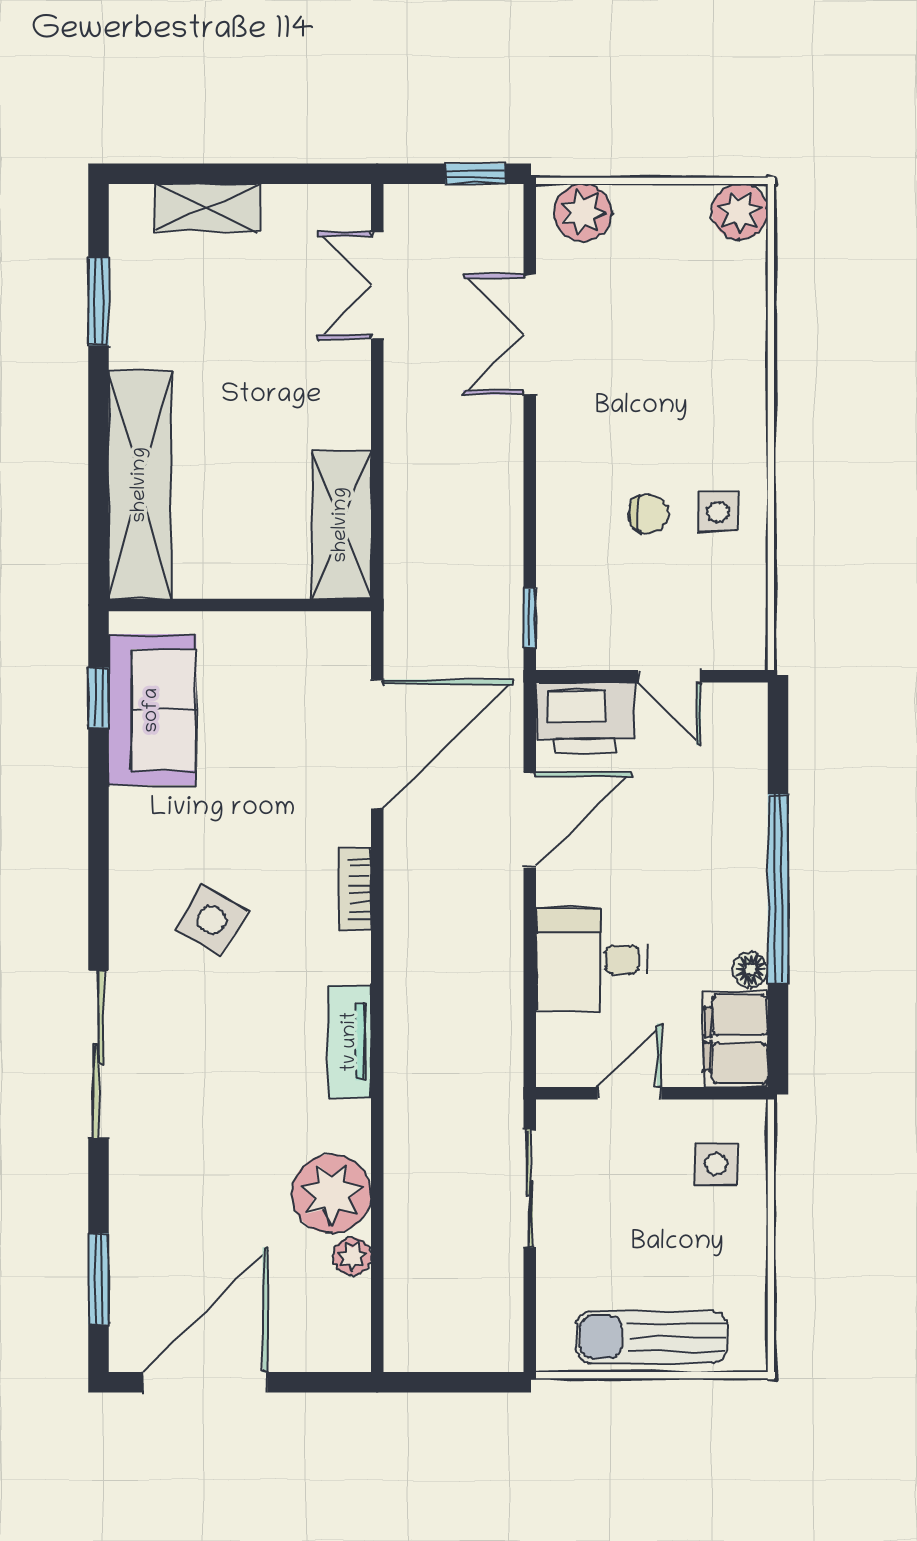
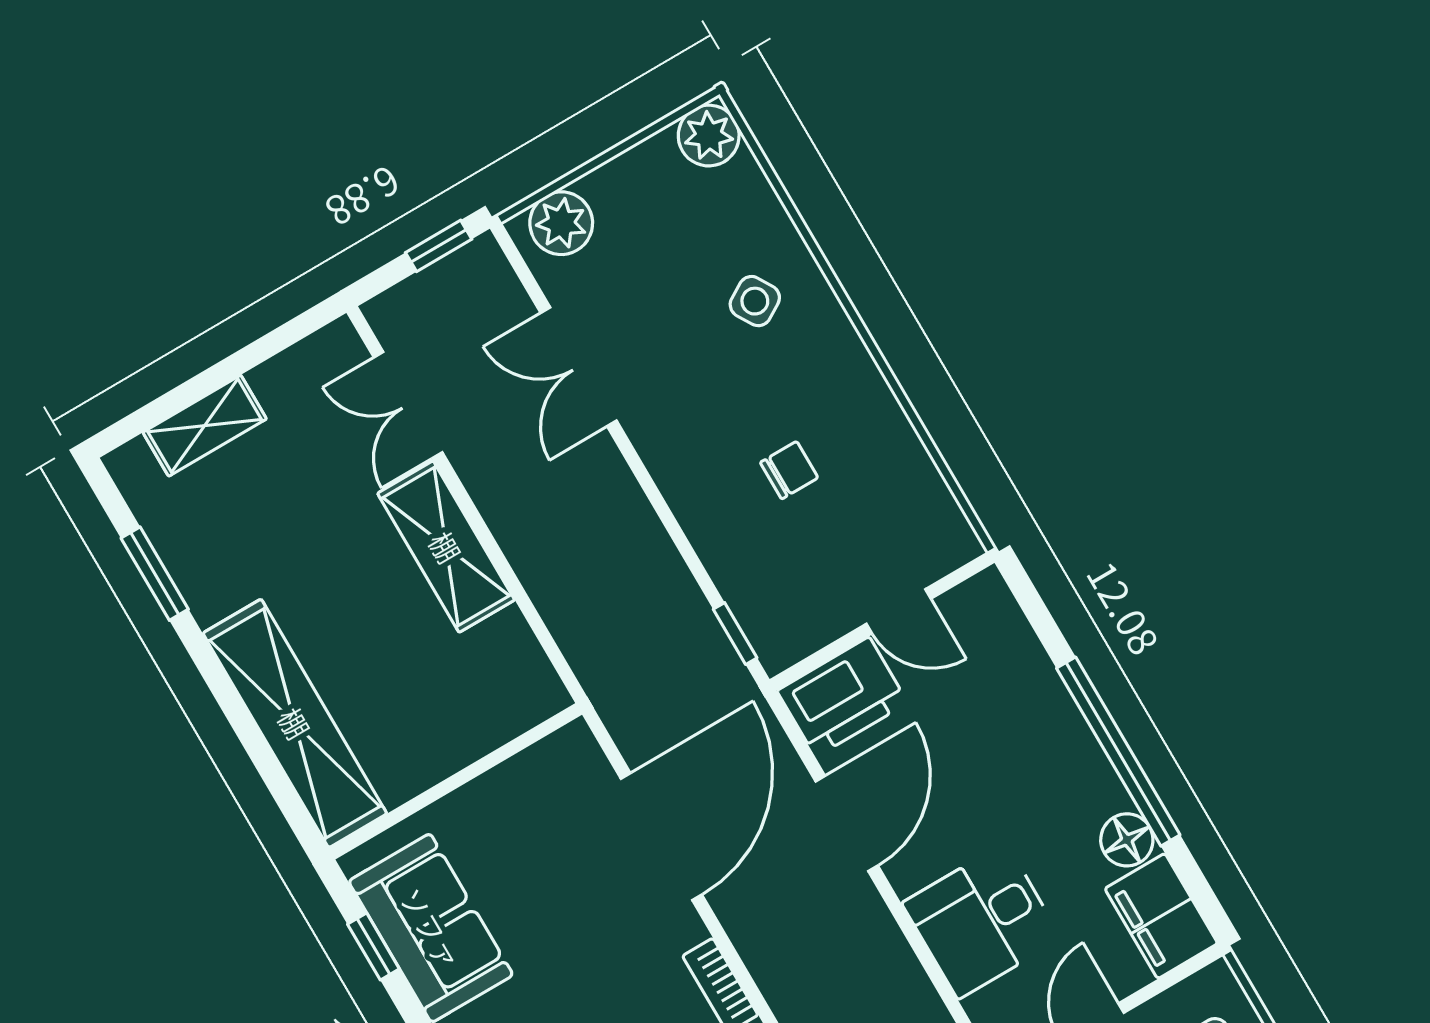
side table: (718, 512) -> (755, 301), moved, turned -31
shelving: (341, 525) -> (446, 547), moved
floor lamp: (750, 969) -> (1127, 840), width x1.37, depth x1.37

